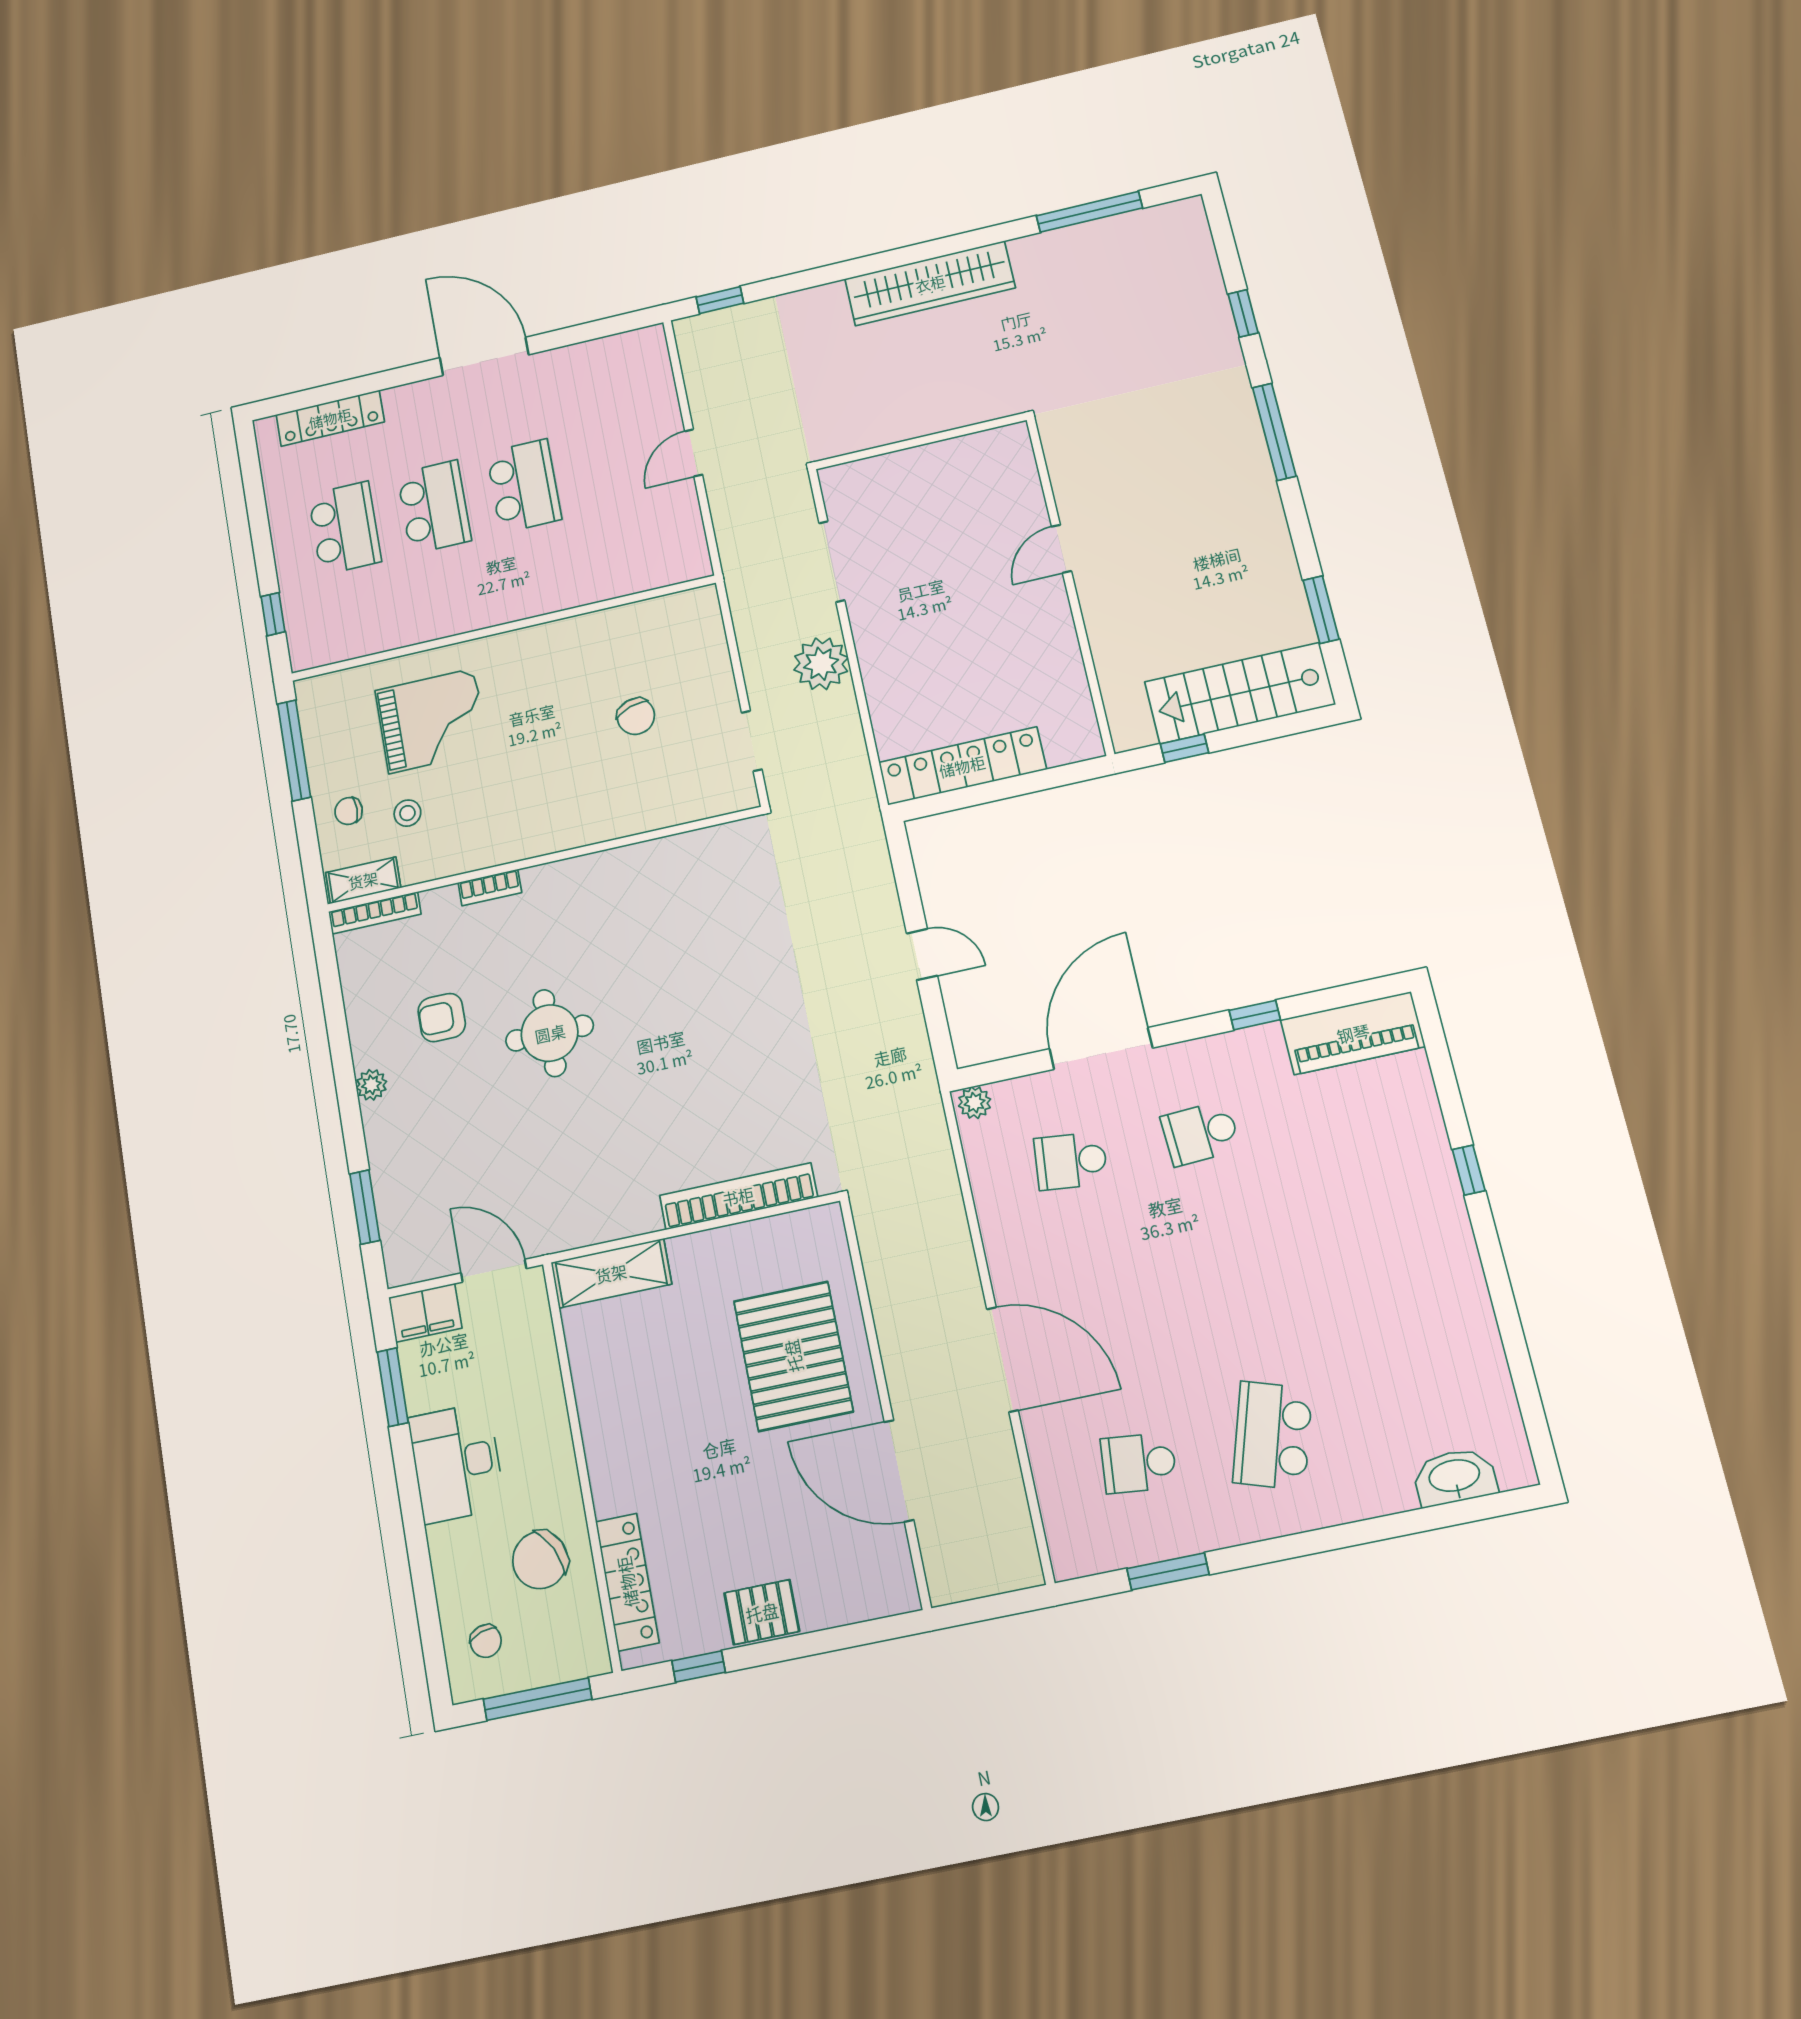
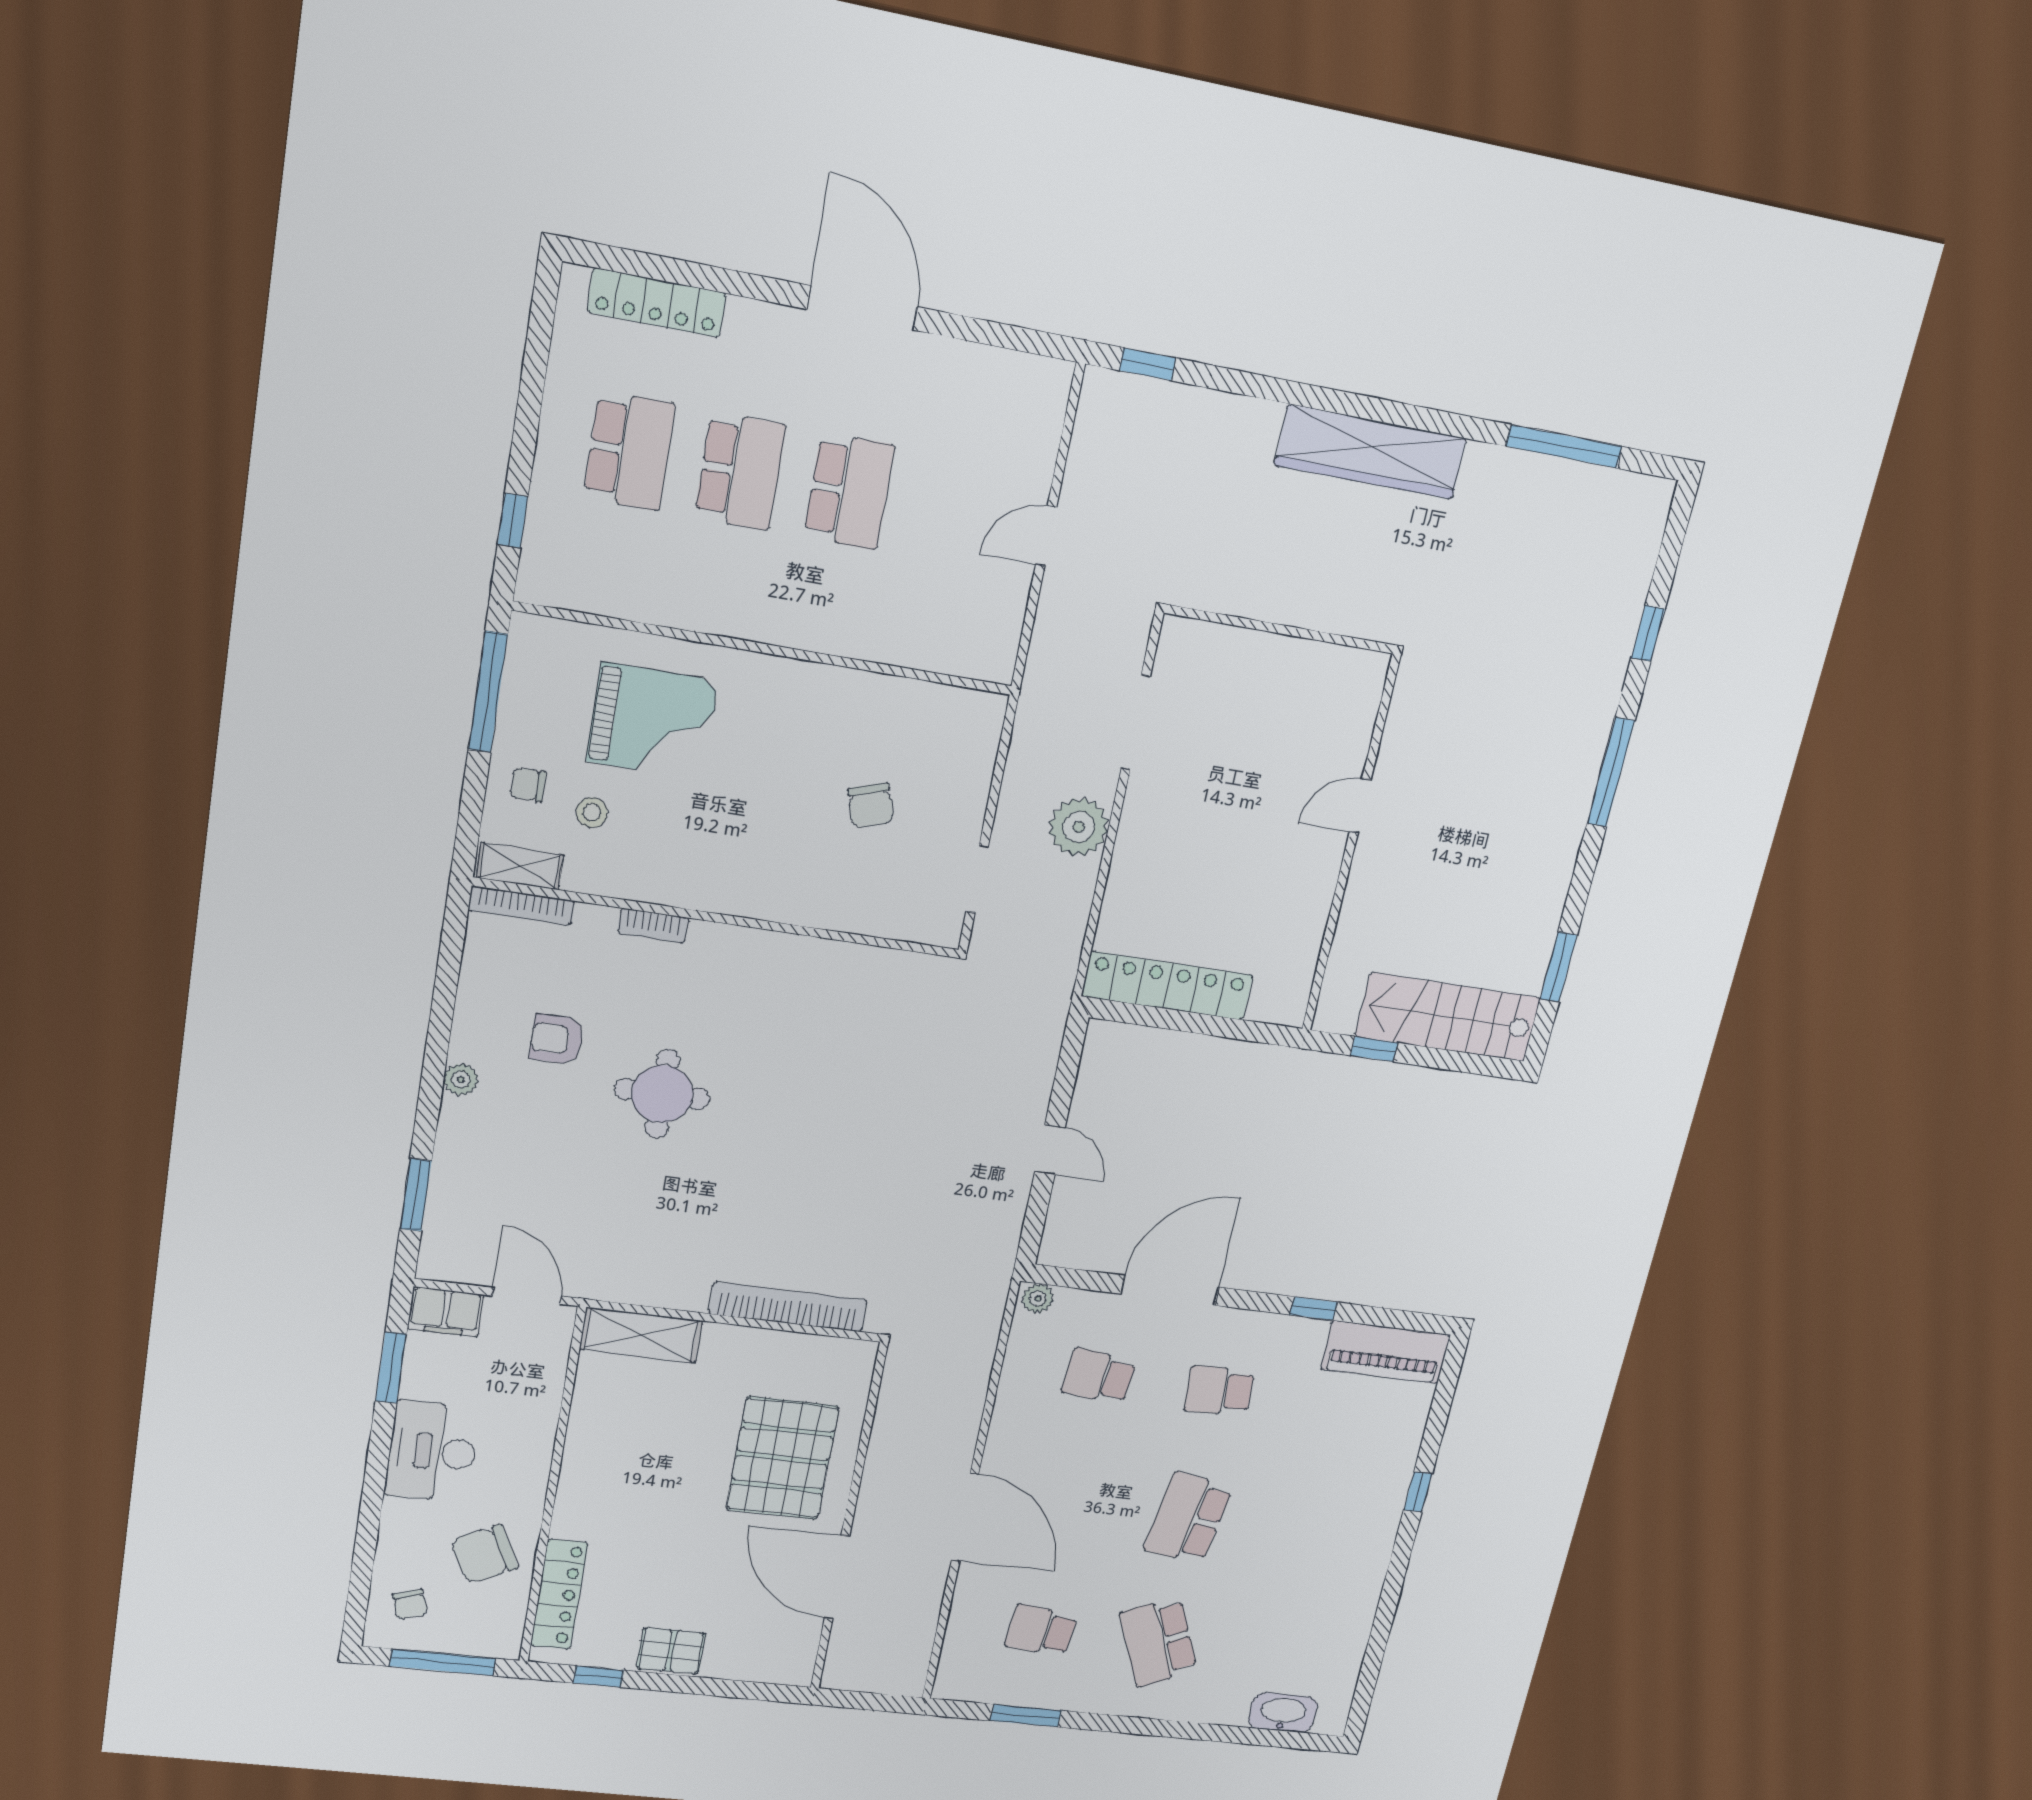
school desk: (1236, 1282) -> (1188, 1518), added
school desk: (1272, 1436) -> (1158, 1642), turned -42

